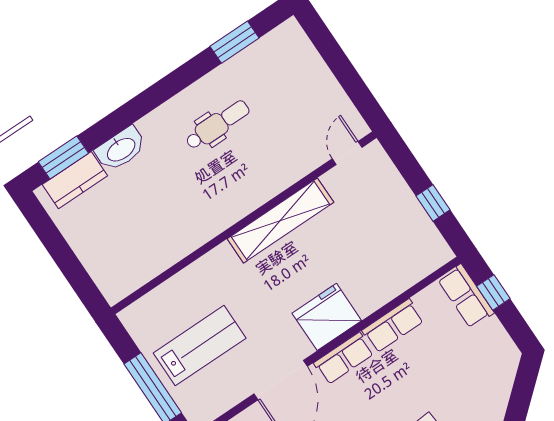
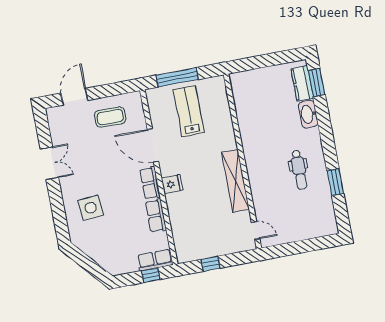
window: (235, 42) -> (335, 182), moved
fridge: (327, 317) -> (172, 184), width x0.53, depth x0.75
lab bench: (200, 346) -> (189, 111), turned 180

